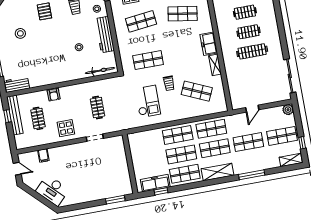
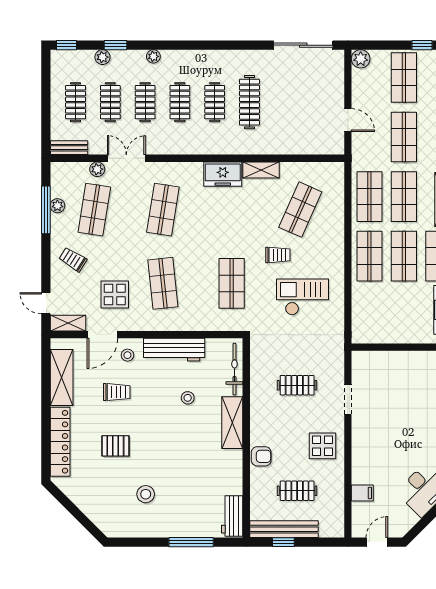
shelving: (70, 75) -> (232, 423), added

